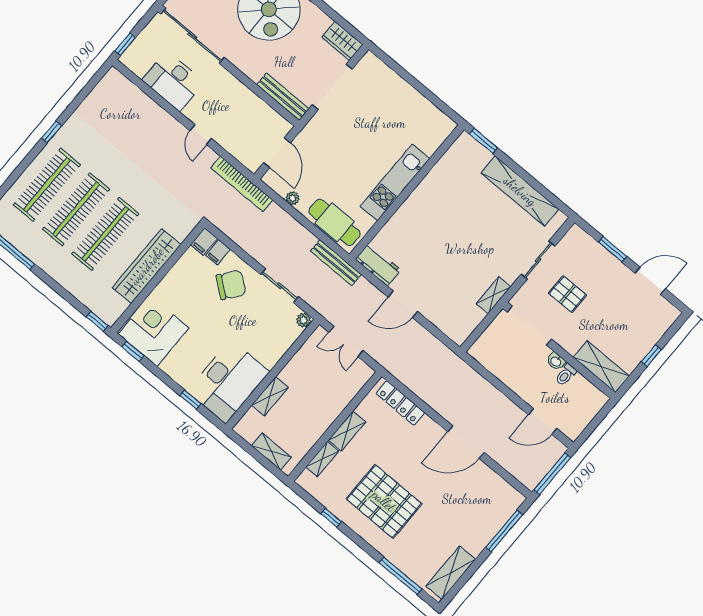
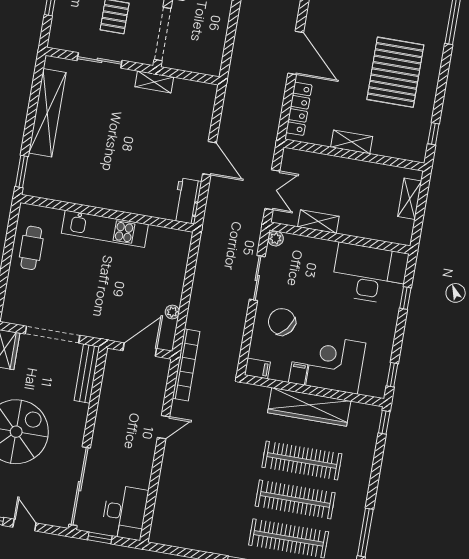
window: (125, 44) -> (100, 538), moved
desk: (173, 81) -> (125, 512), moved
cafe table: (335, 222) -> (31, 248), moved, width x0.73, depth x0.74
filing cabinet: (218, 252) -> (298, 373), moved, turned -90
bench: (336, 263) -> (207, 240), removed
corner desk: (154, 331) -> (336, 364), moved, turned 90
shelving: (270, 396) -> (318, 222), moved
door: (466, 442) -> (296, 53), moved
shelving: (322, 459) -> (390, 149), removed
window: (331, 518) -> (433, 134), moved

